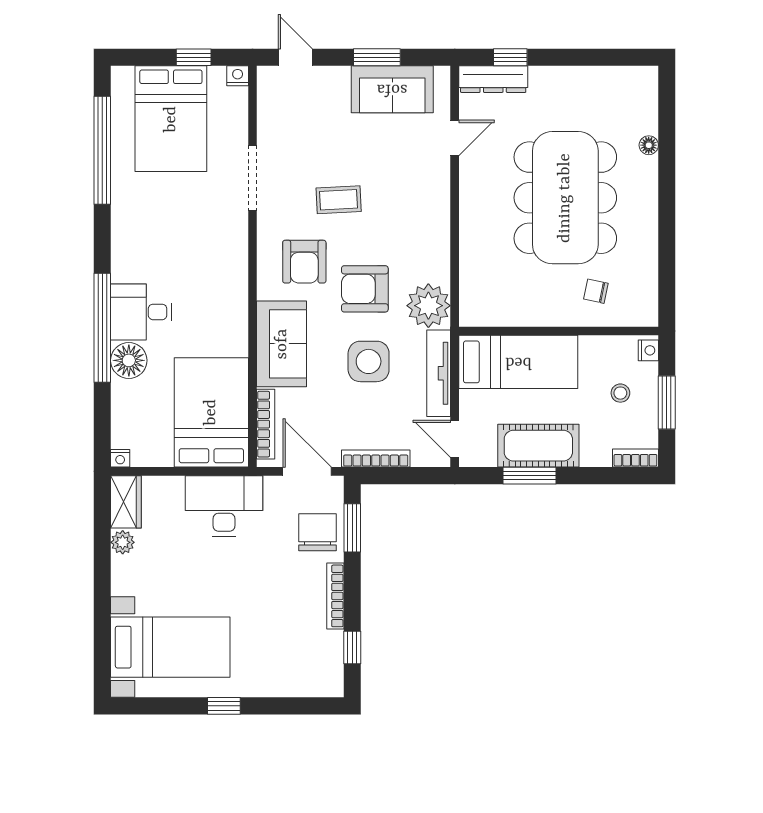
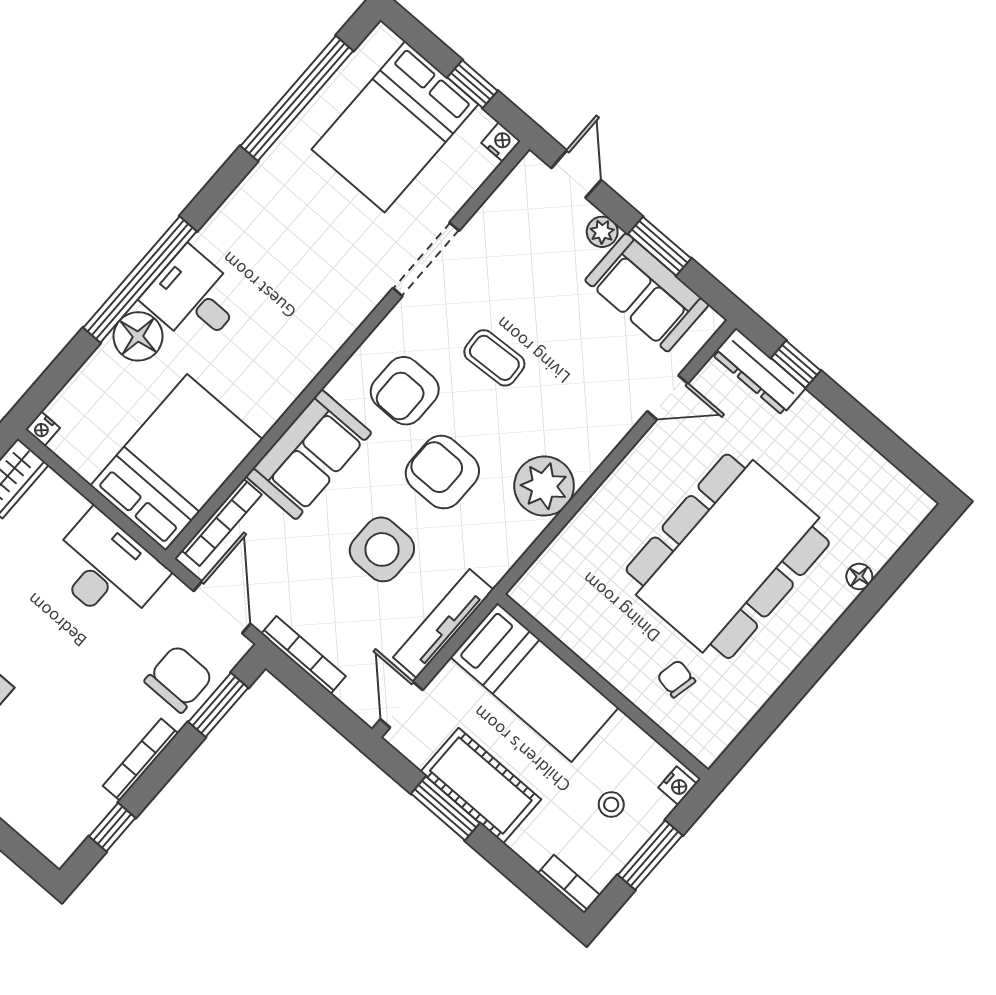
plant: (338, 77) -> (602, 232), added
plant: (428, 306) -> (544, 486), moved

